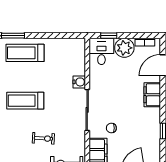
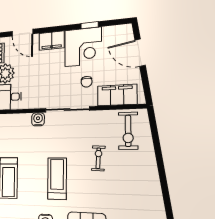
treadmill: (25, 101) -> (57, 179), turned 180
corner desk: (143, 125) -> (83, 47), added

